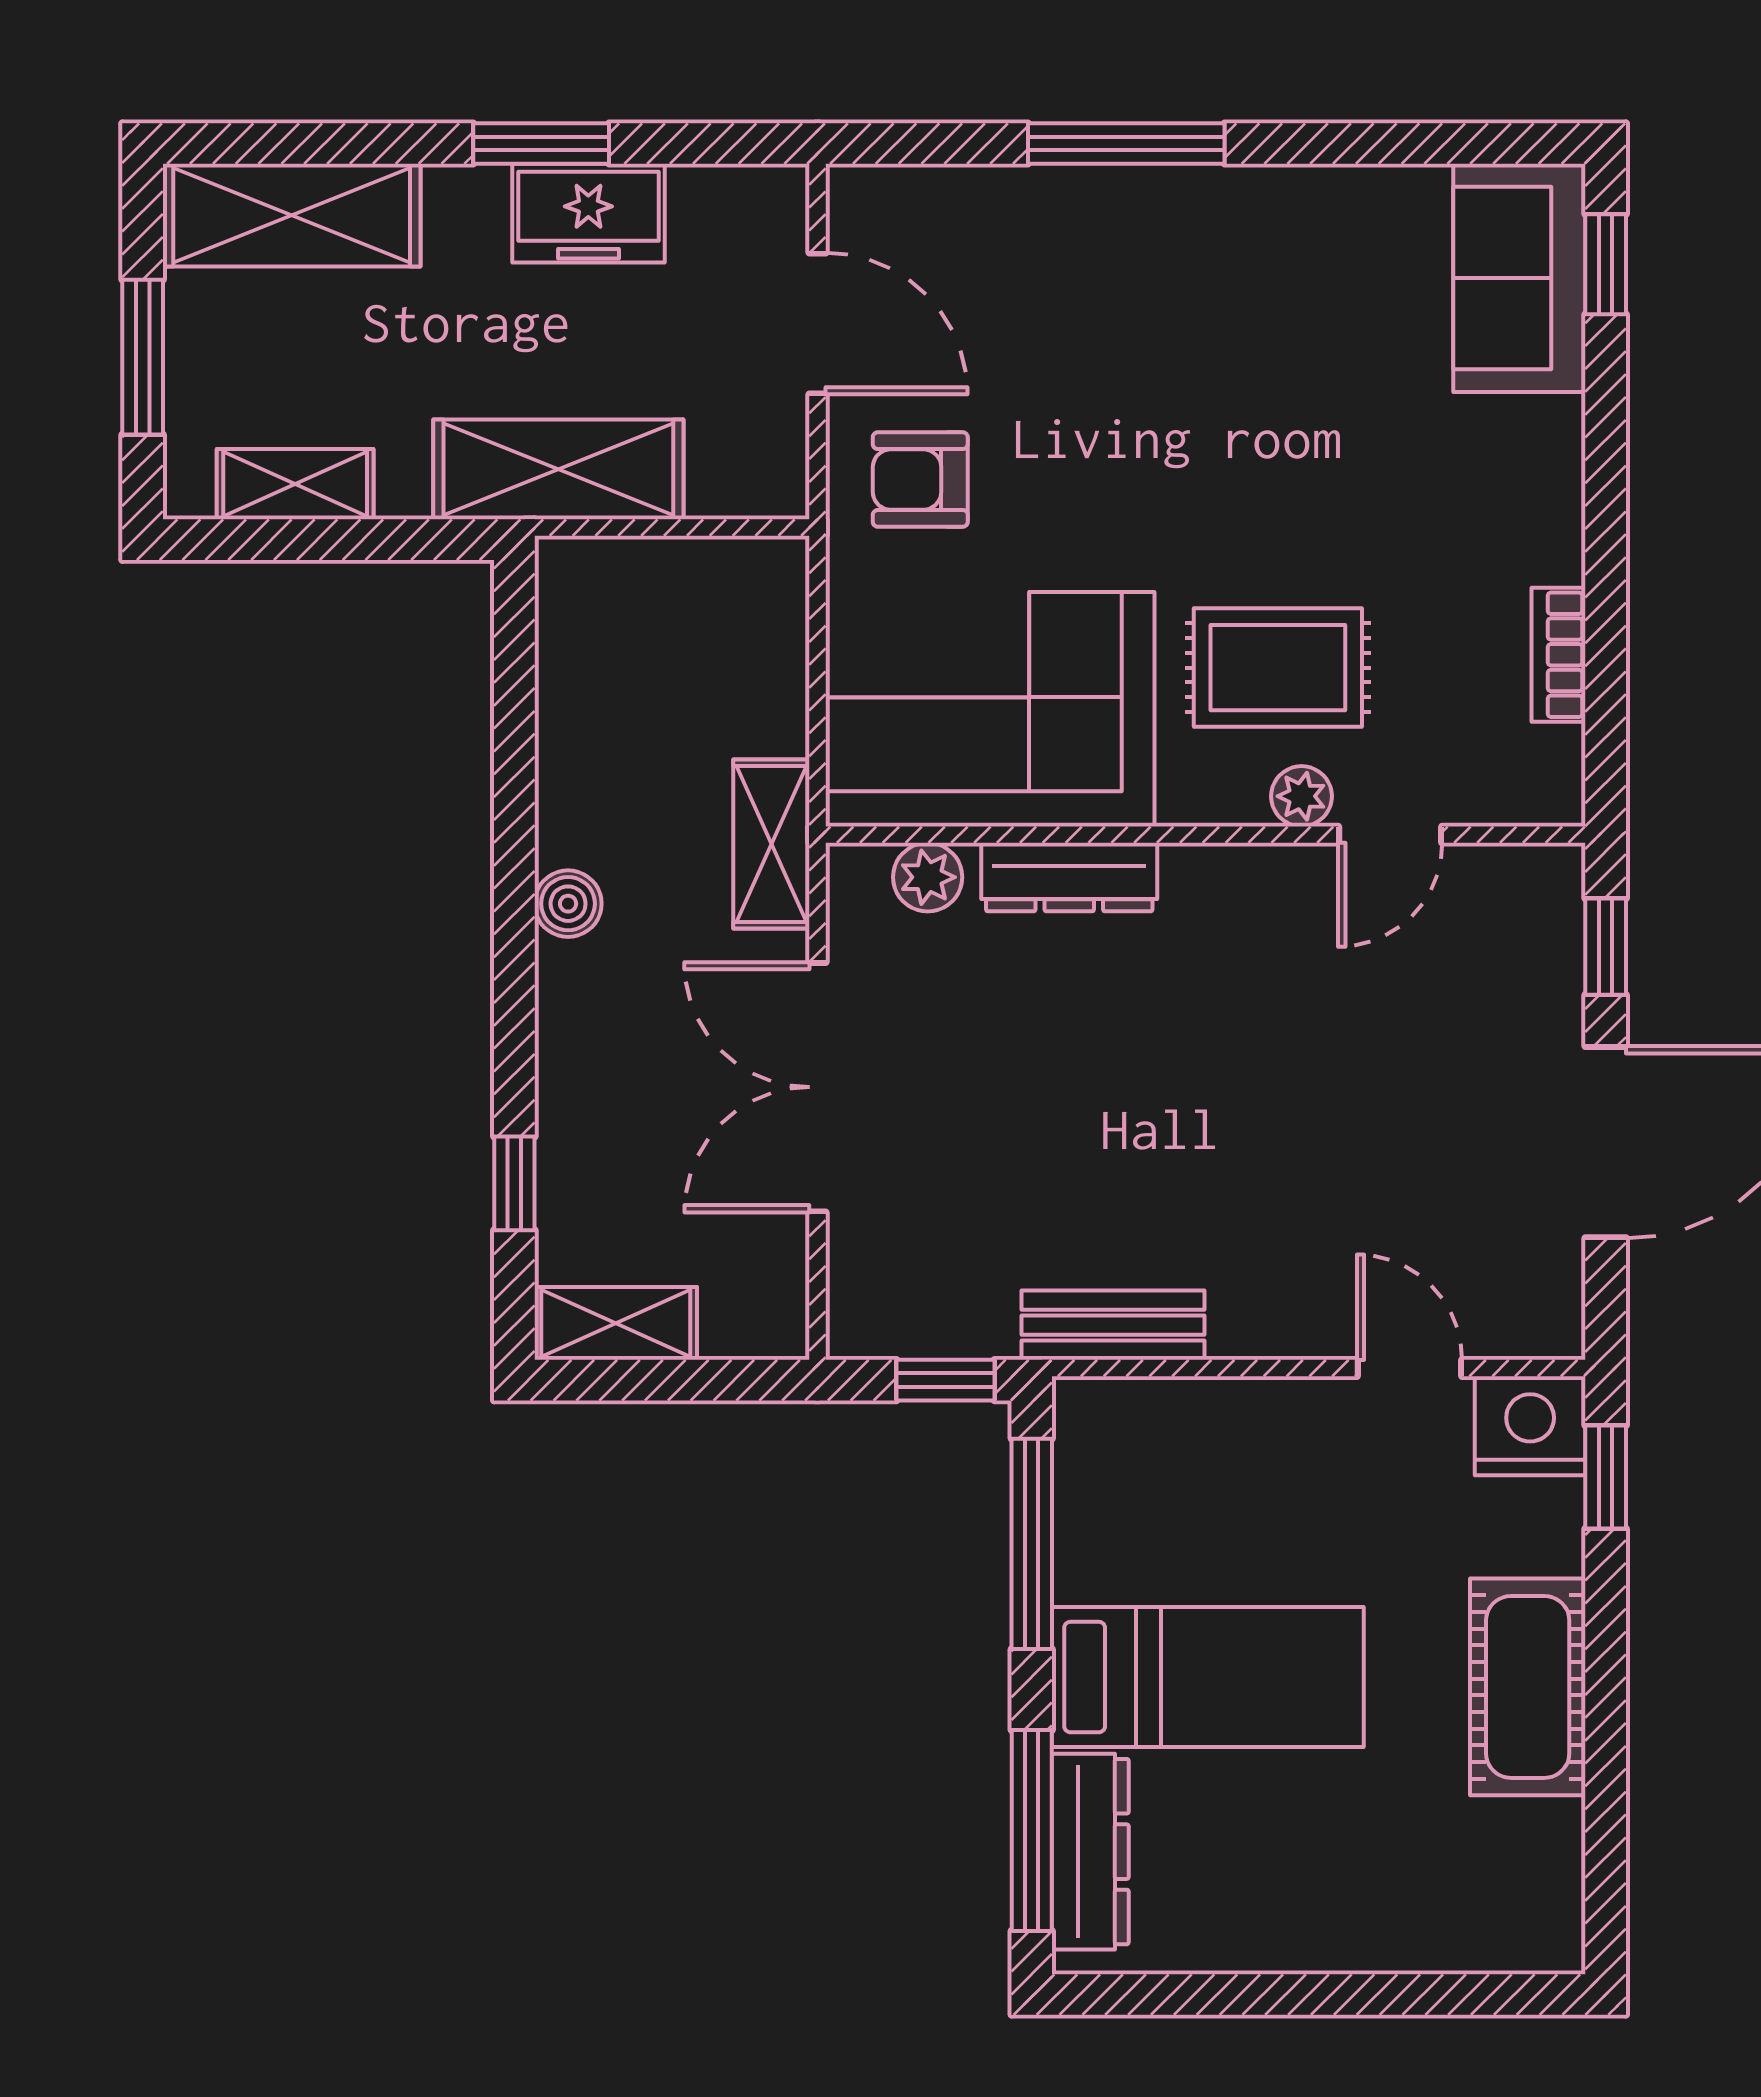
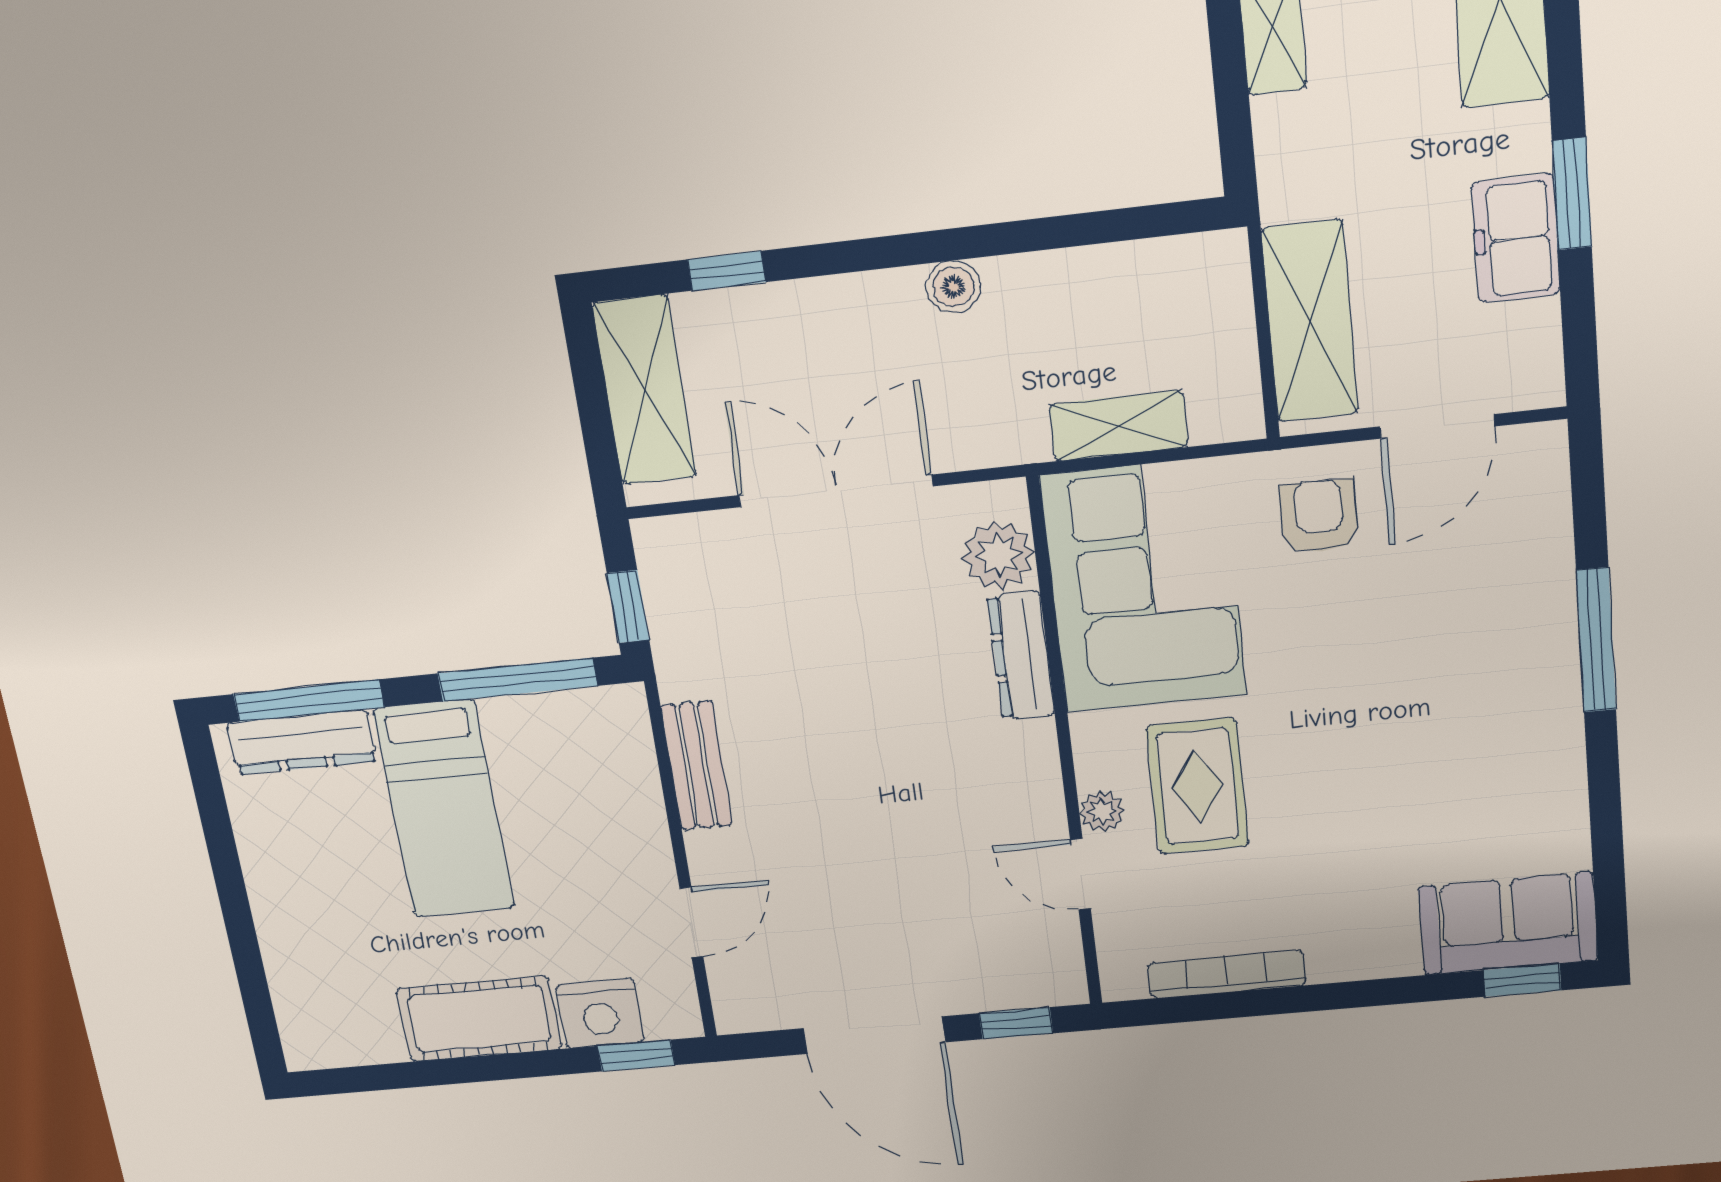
shelving: (558, 469) -> (1310, 321), moved
bookcase: (1559, 655) -> (1227, 974), width x1.56
shelving: (771, 844) -> (1118, 426), moved
plant: (928, 877) -> (998, 555), width x1.38, depth x1.38
shelving: (616, 1323) -> (645, 390), width x1.50, depth x1.33
bench: (1113, 1325) -> (697, 766), moved
nightstand: (1530, 1426) -> (600, 1014), moved, turned 90

